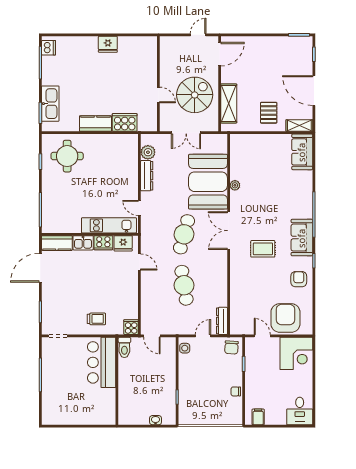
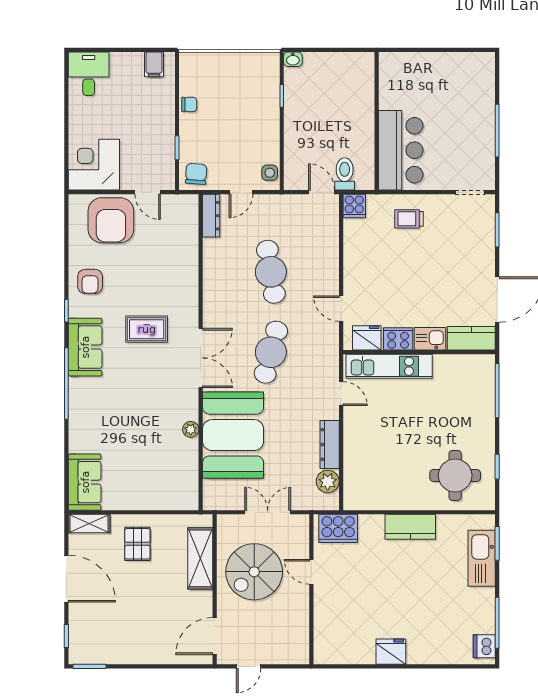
cooker: (125, 122) -> (338, 528), moved
toilet: (124, 347) -> (345, 174), moved
washbasin: (156, 420) -> (293, 59), moved

